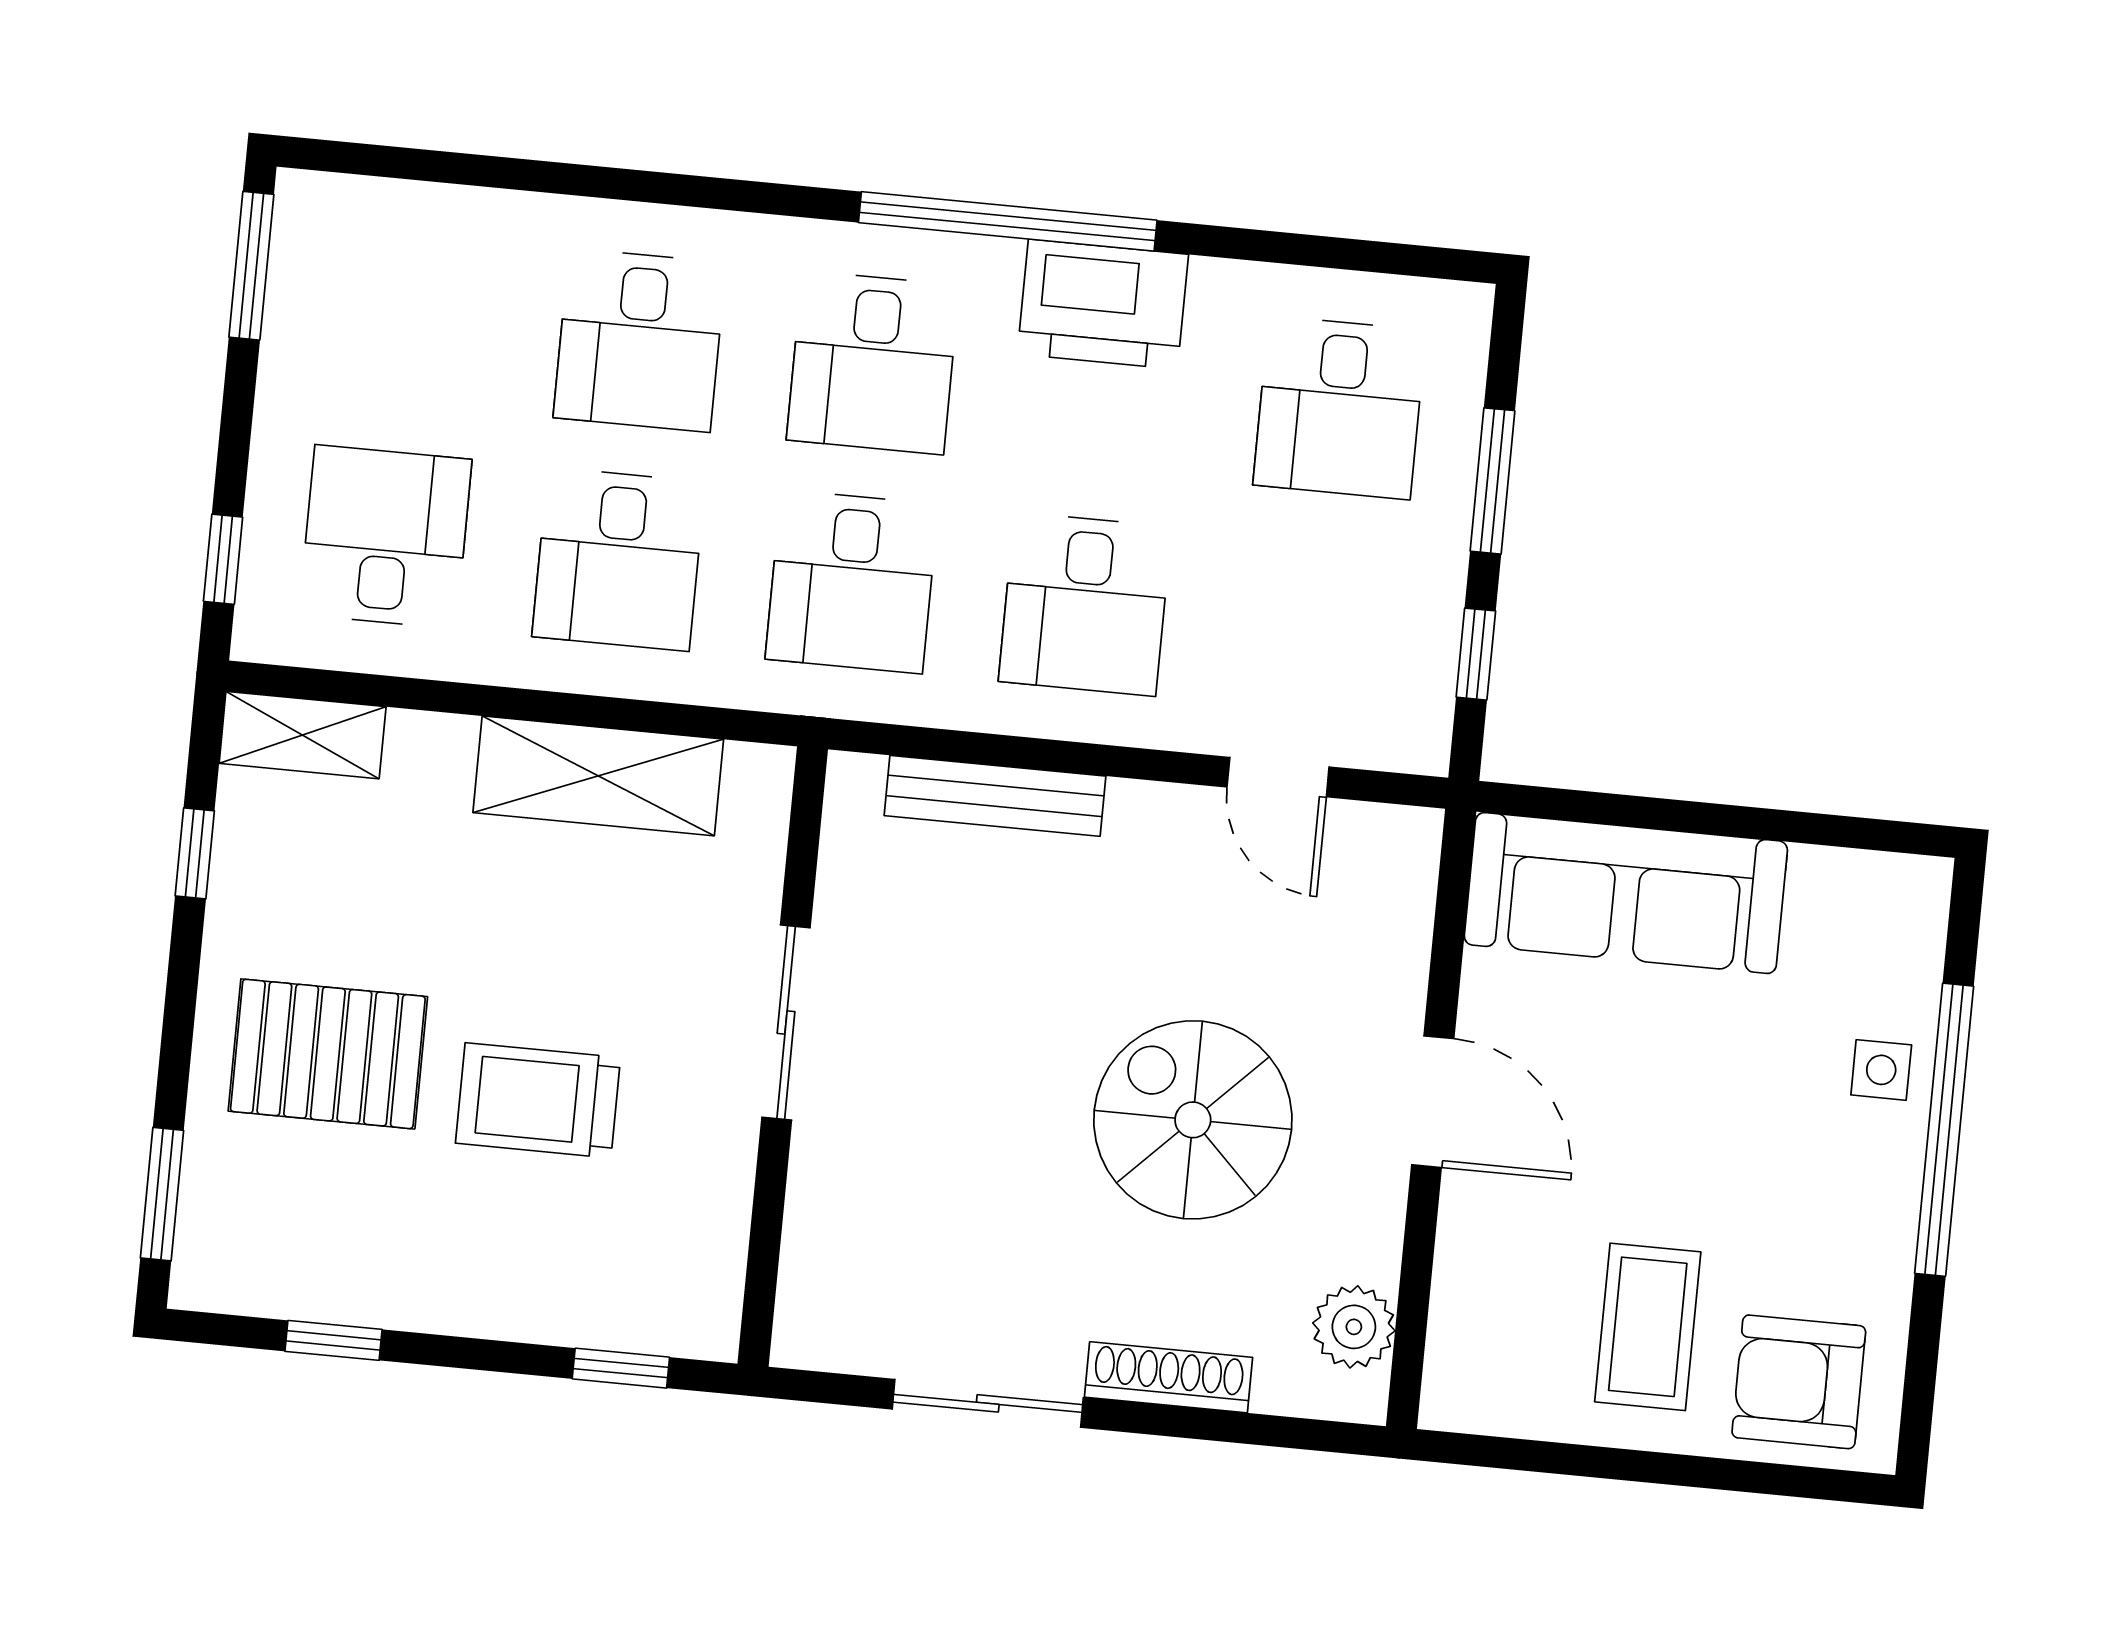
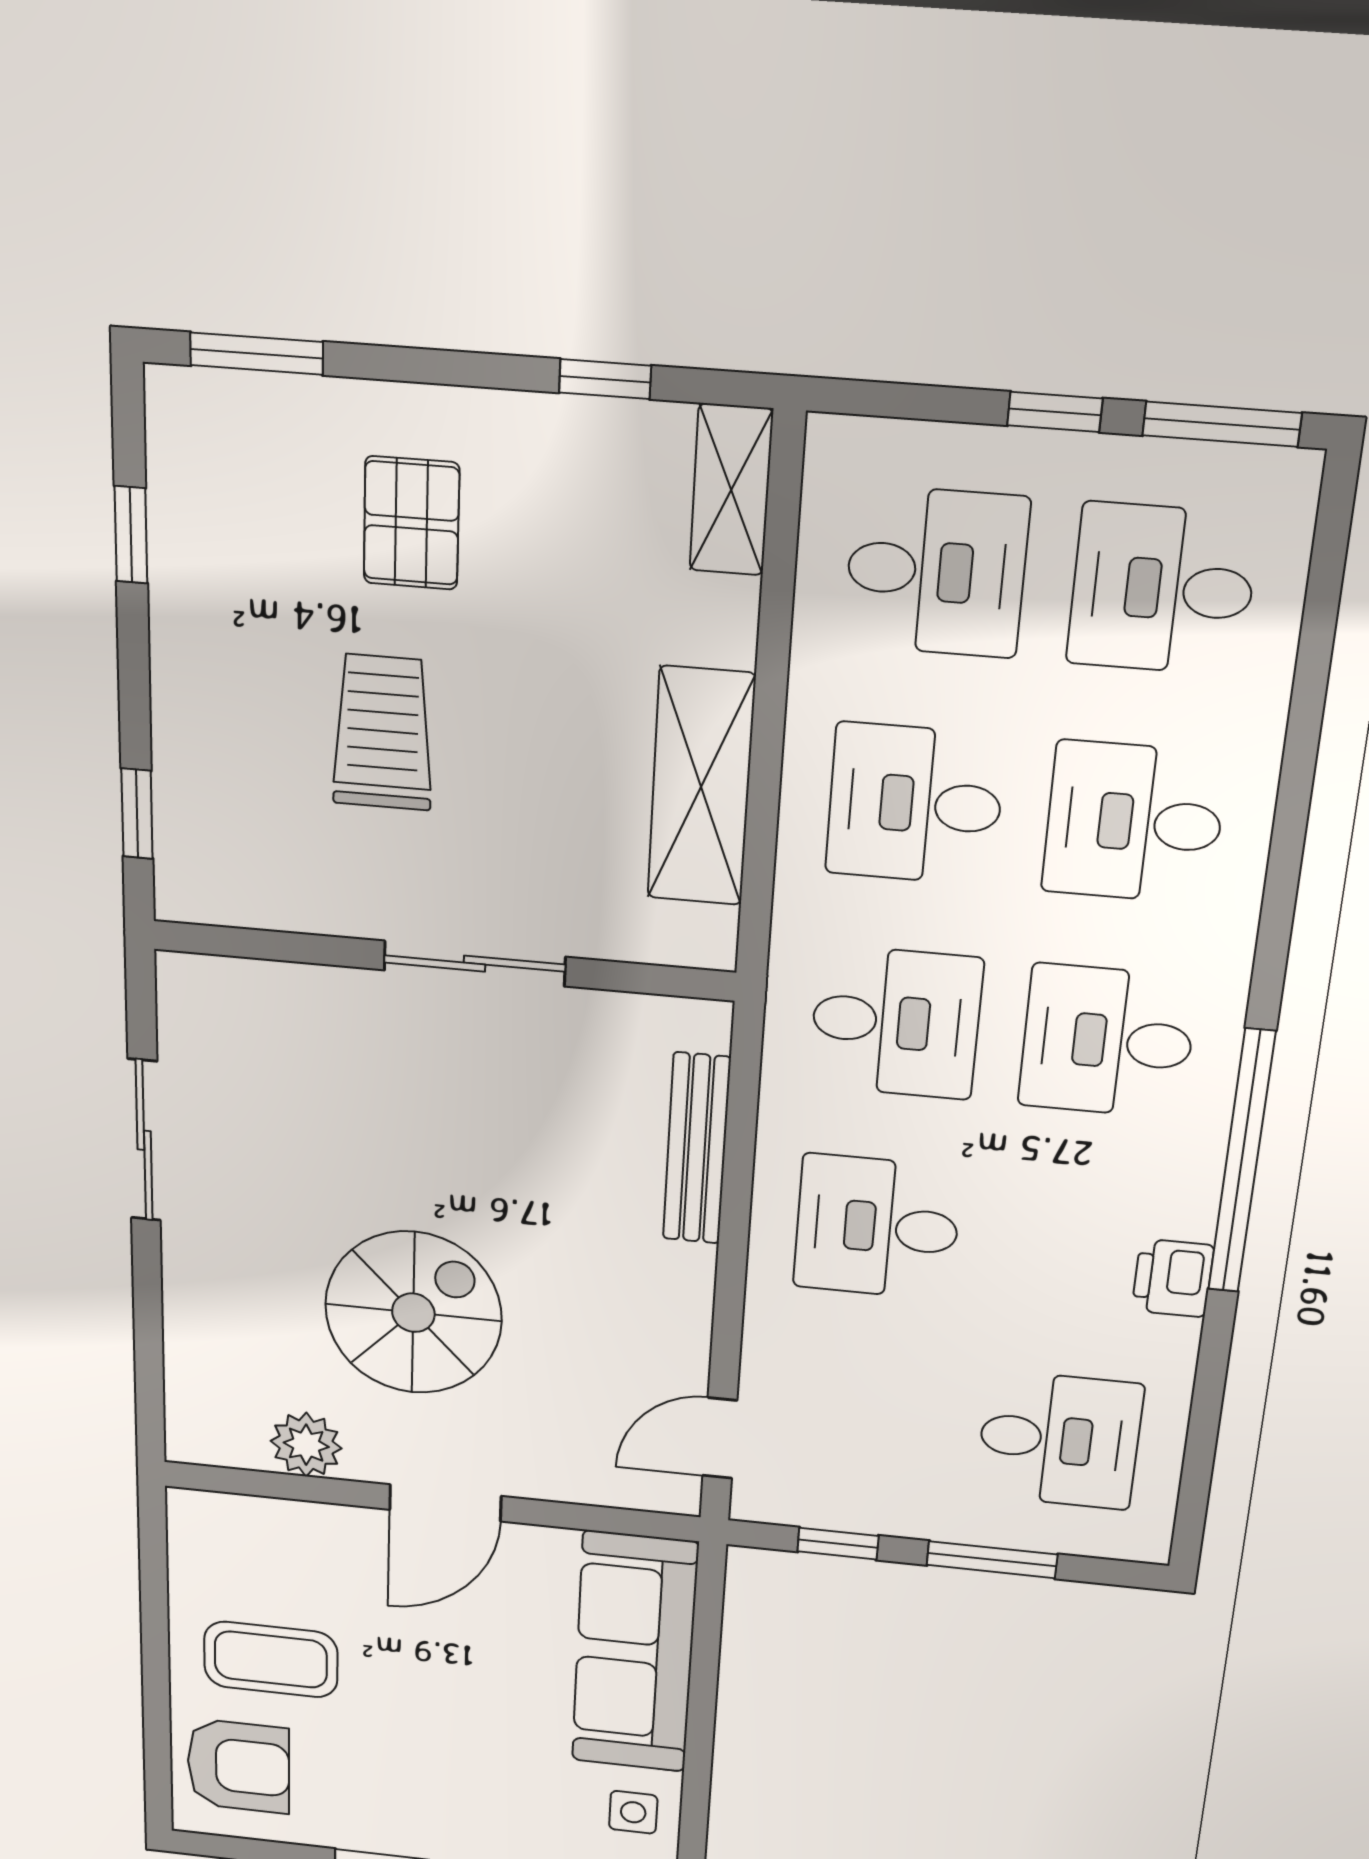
printer: (1103, 304) -> (1173, 1278), width x0.53, depth x0.68
desk: (406, 318) -> (1162, 589), added
desk: (1339, 408) -> (1059, 1440), turned 180
window: (223, 559) -> (1055, 412), moved
desk: (852, 582) -> (896, 1022), turned 180
door: (1278, 777) -> (720, 1438), moved
pallet: (328, 1054) -> (411, 523), width x0.67, depth x0.71
side table: (1881, 1070) -> (633, 1812), moved
plant: (1354, 1327) -> (306, 1445), moved
shoe rack: (1169, 1377) -> (185, 1291), removed
armchair: (1799, 1382) -> (238, 1766), turned 90

